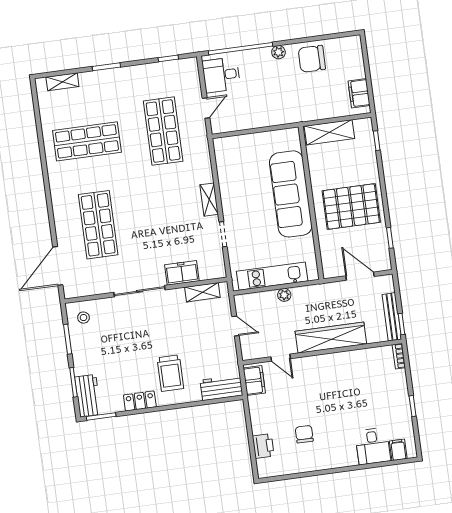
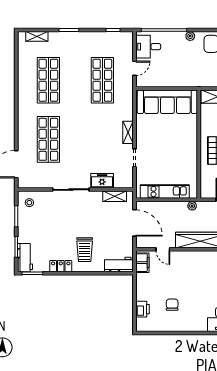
shop shelf: (87, 141) -> (48, 80), turned 90
sofa: (291, 194) -> (167, 102), moved, turned -90
plant: (284, 295) -> (192, 206), moved
door: (235, 326) -> (134, 223), width x1.87

